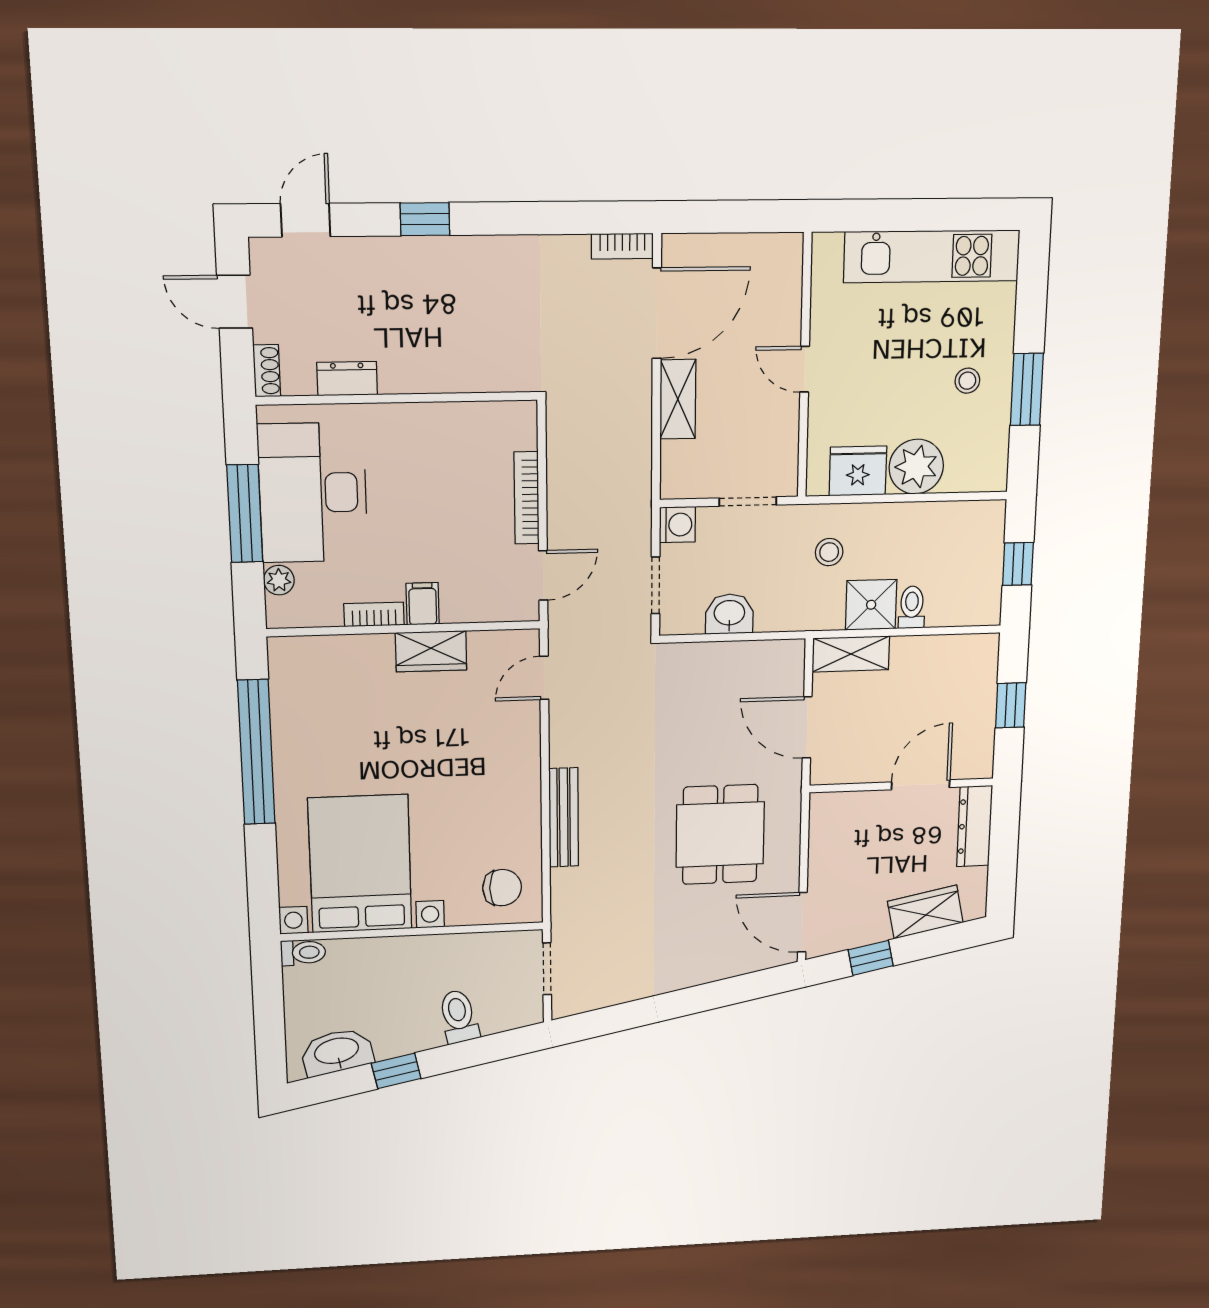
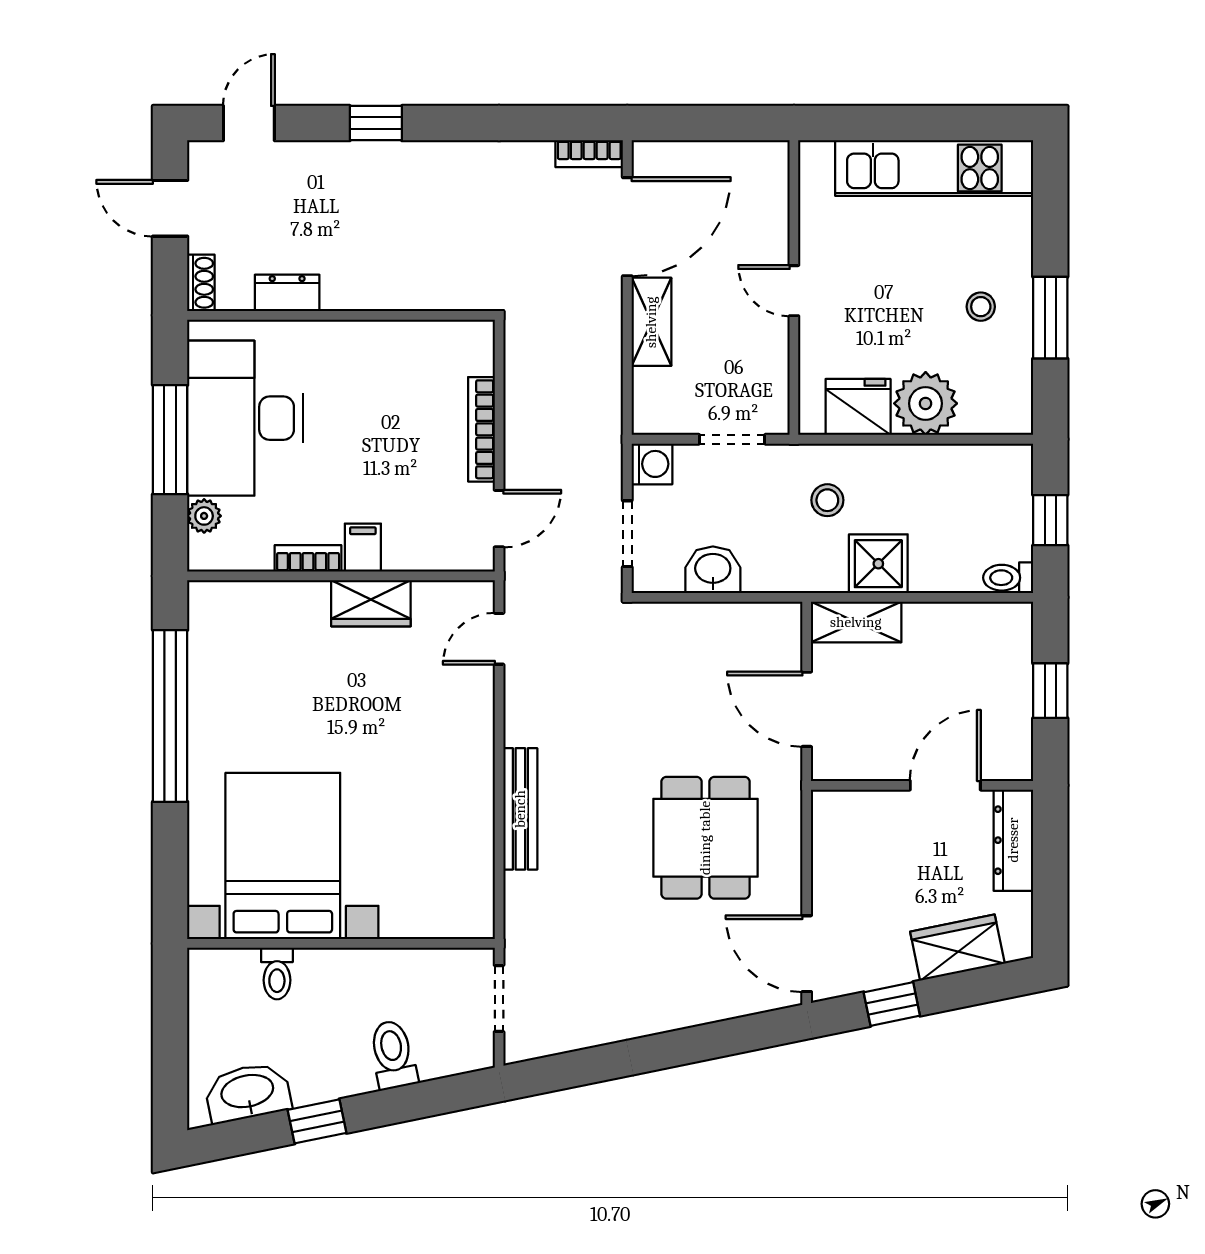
toilet: (912, 607) -> (1008, 578), moved, turned -90
chair: (502, 888) -> (447, 893), removed
toilet: (303, 952) -> (277, 973), moved, turned 90

